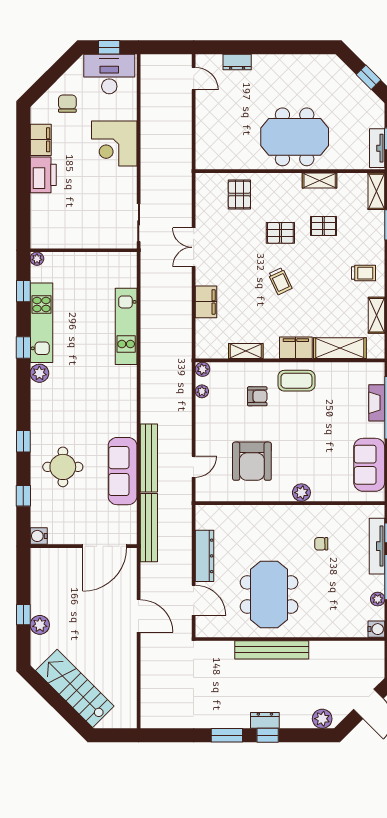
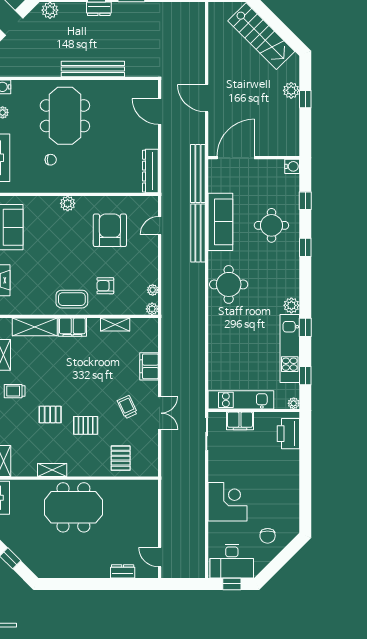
filing cabinet: (41, 140) -> (240, 421), moved, turned -90
printer: (43, 175) -> (288, 434), moved
pallet: (323, 226) -> (50, 414), moved
trolley: (280, 281) -> (127, 407), moved
kitchen unit: (126, 326) -> (241, 400), moved, turned -90
round table: (113, 398) -> (229, 284), added
dresser: (205, 556) -> (150, 171), moved
meeting table: (269, 594) -> (65, 116), moved

